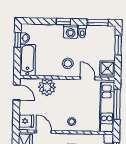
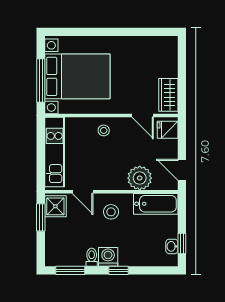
window: (118, 45) -> (41, 217), moved
bathtub: (28, 60) -> (156, 204), moved, turned -90
window: (117, 104) -> (41, 156), removed

